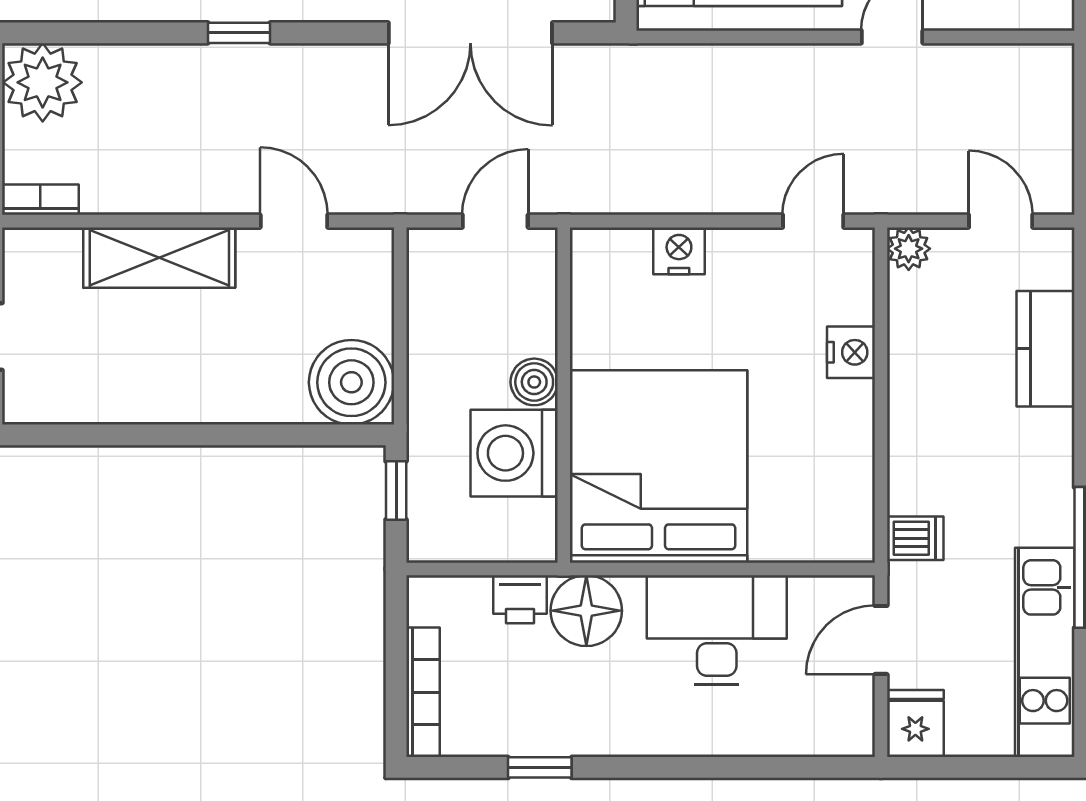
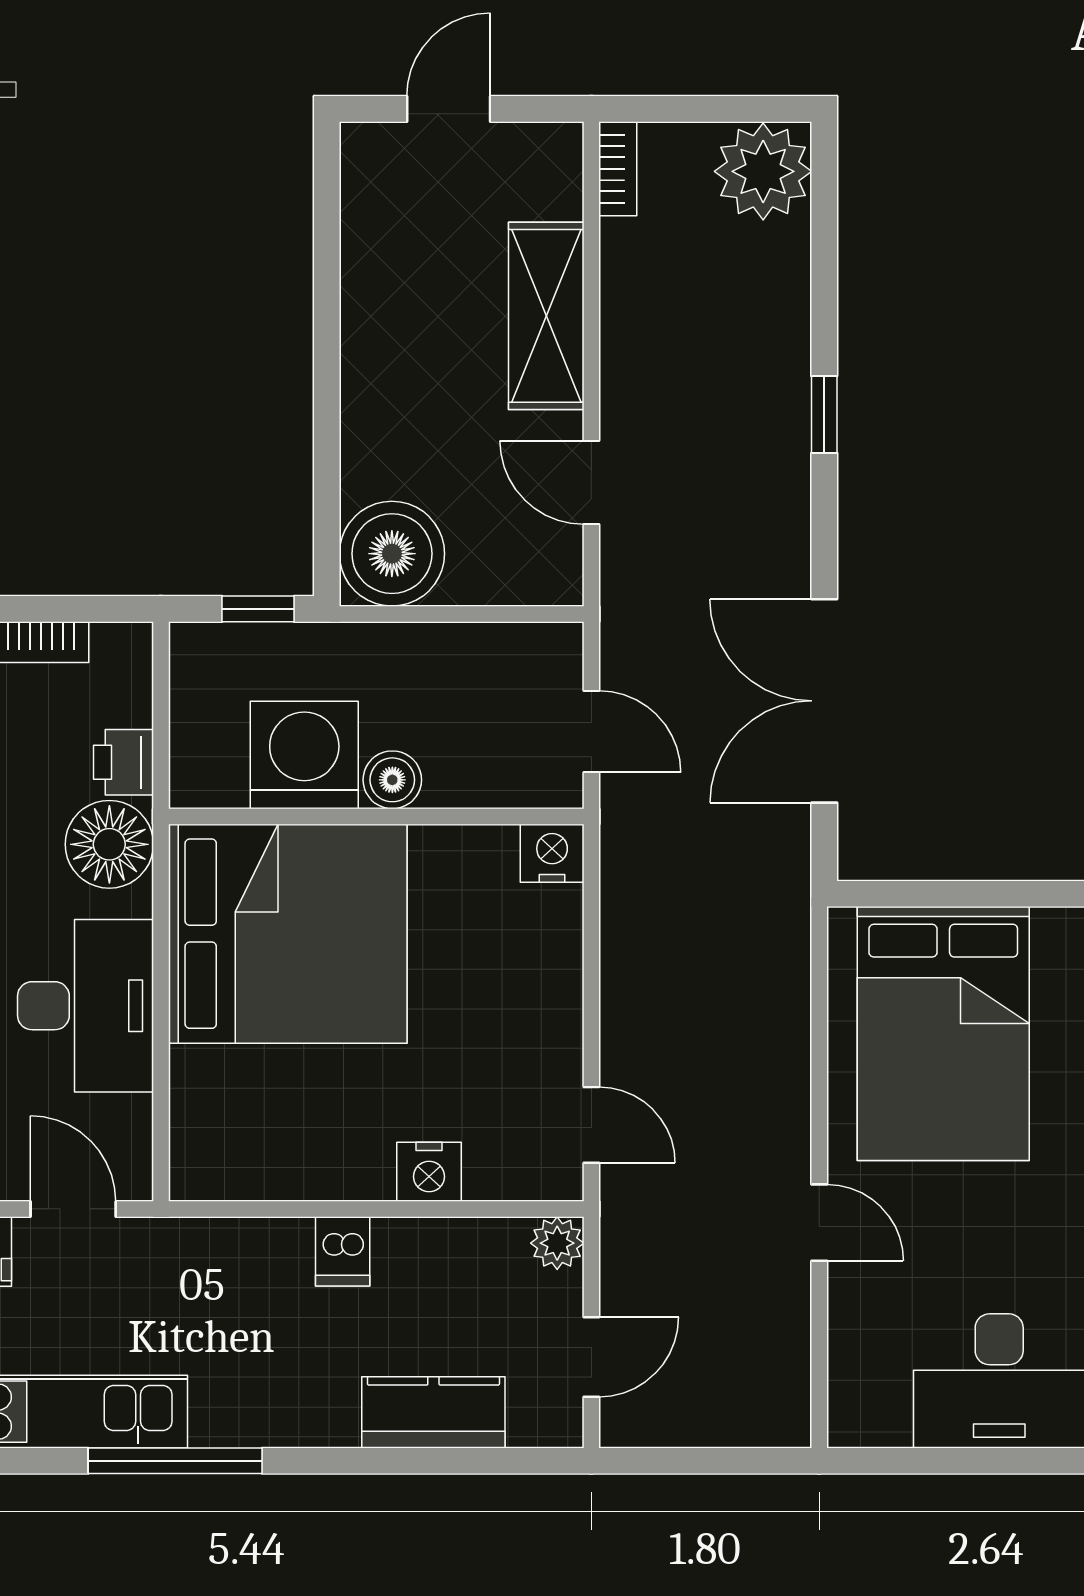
door: (294, 221) -> (591, 483), swing flipped
nightstand: (679, 251) -> (552, 853), moved, turned -90
dishwasher: (915, 538) -> (343, 1251), moved

